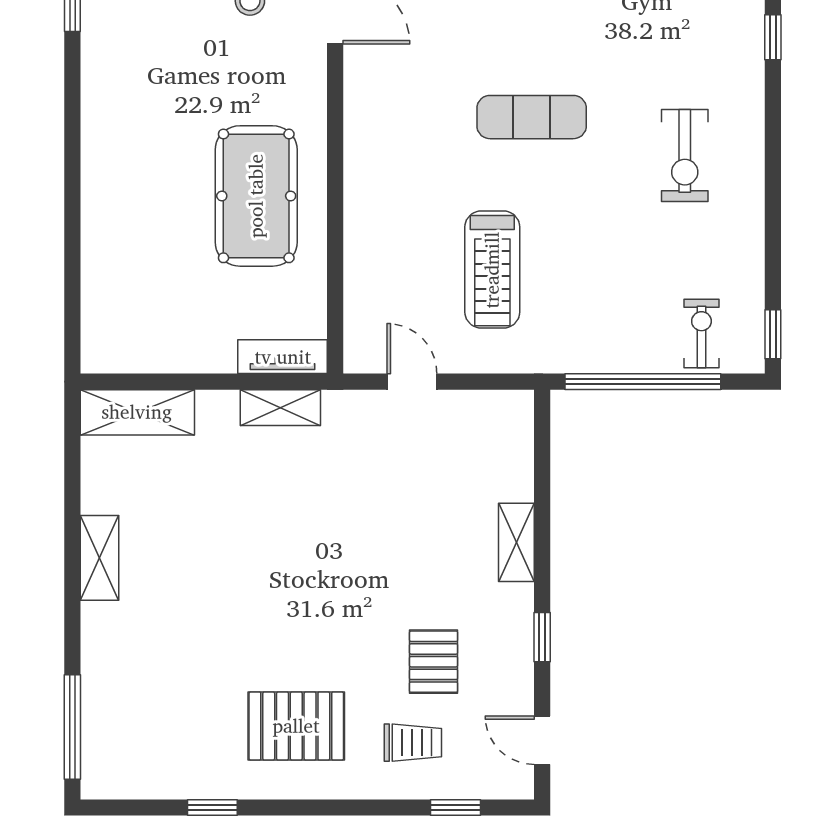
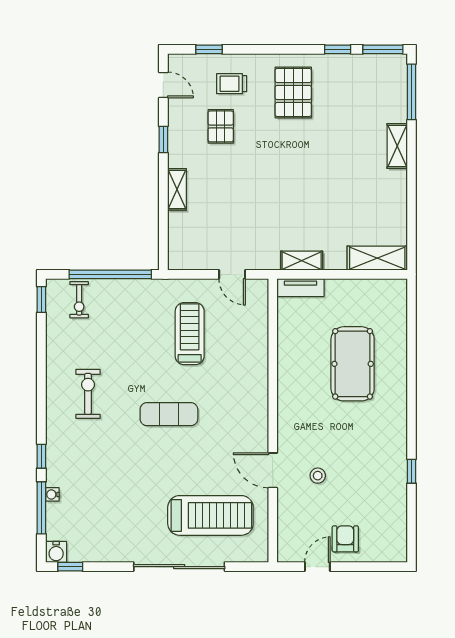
pool table: (256, 196) -> (353, 364), moved
shelving: (100, 558) -> (397, 146), moved
pallet: (296, 726) -> (293, 92), turned 90
window: (127, 808) -> (383, 49), added

